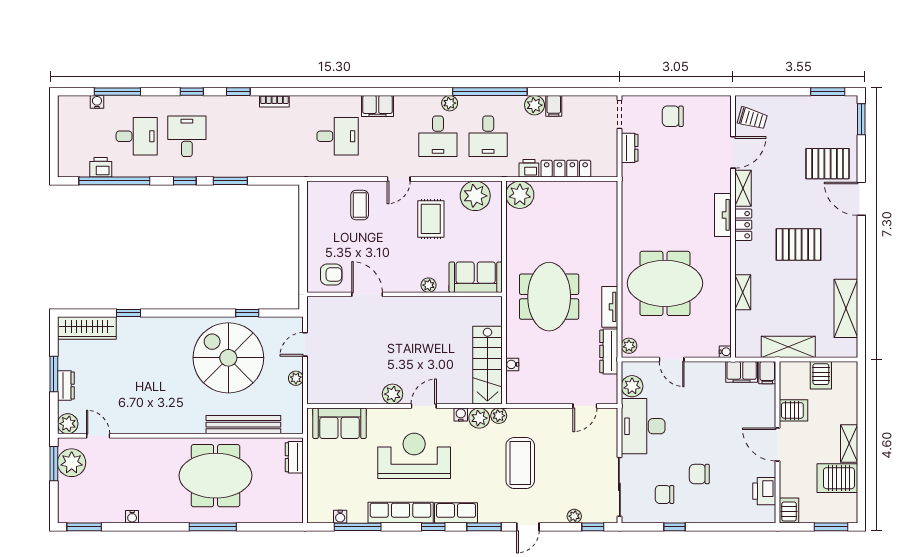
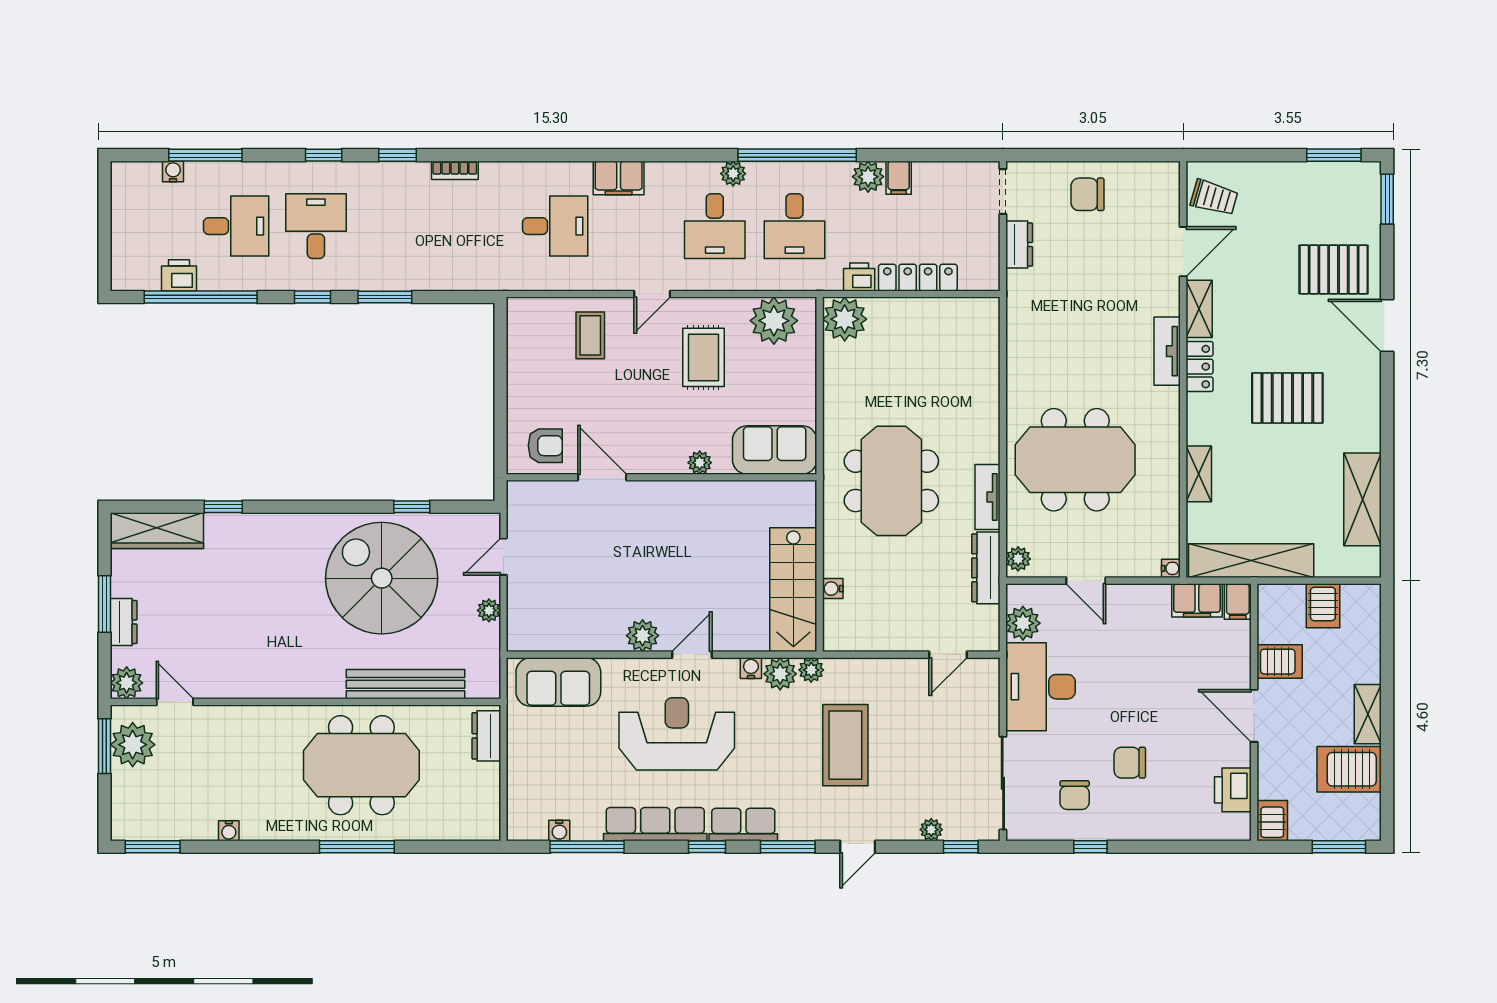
shelving: (788, 347) -> (1251, 561), width x1.47
chair: (665, 494) -> (1075, 795), turned -90

